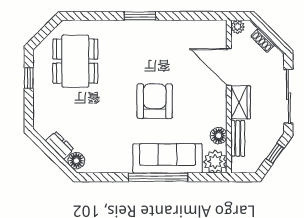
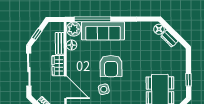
side table: (167, 63) -> (104, 89), added
window: (158, 177) -> (93, 19), moved

